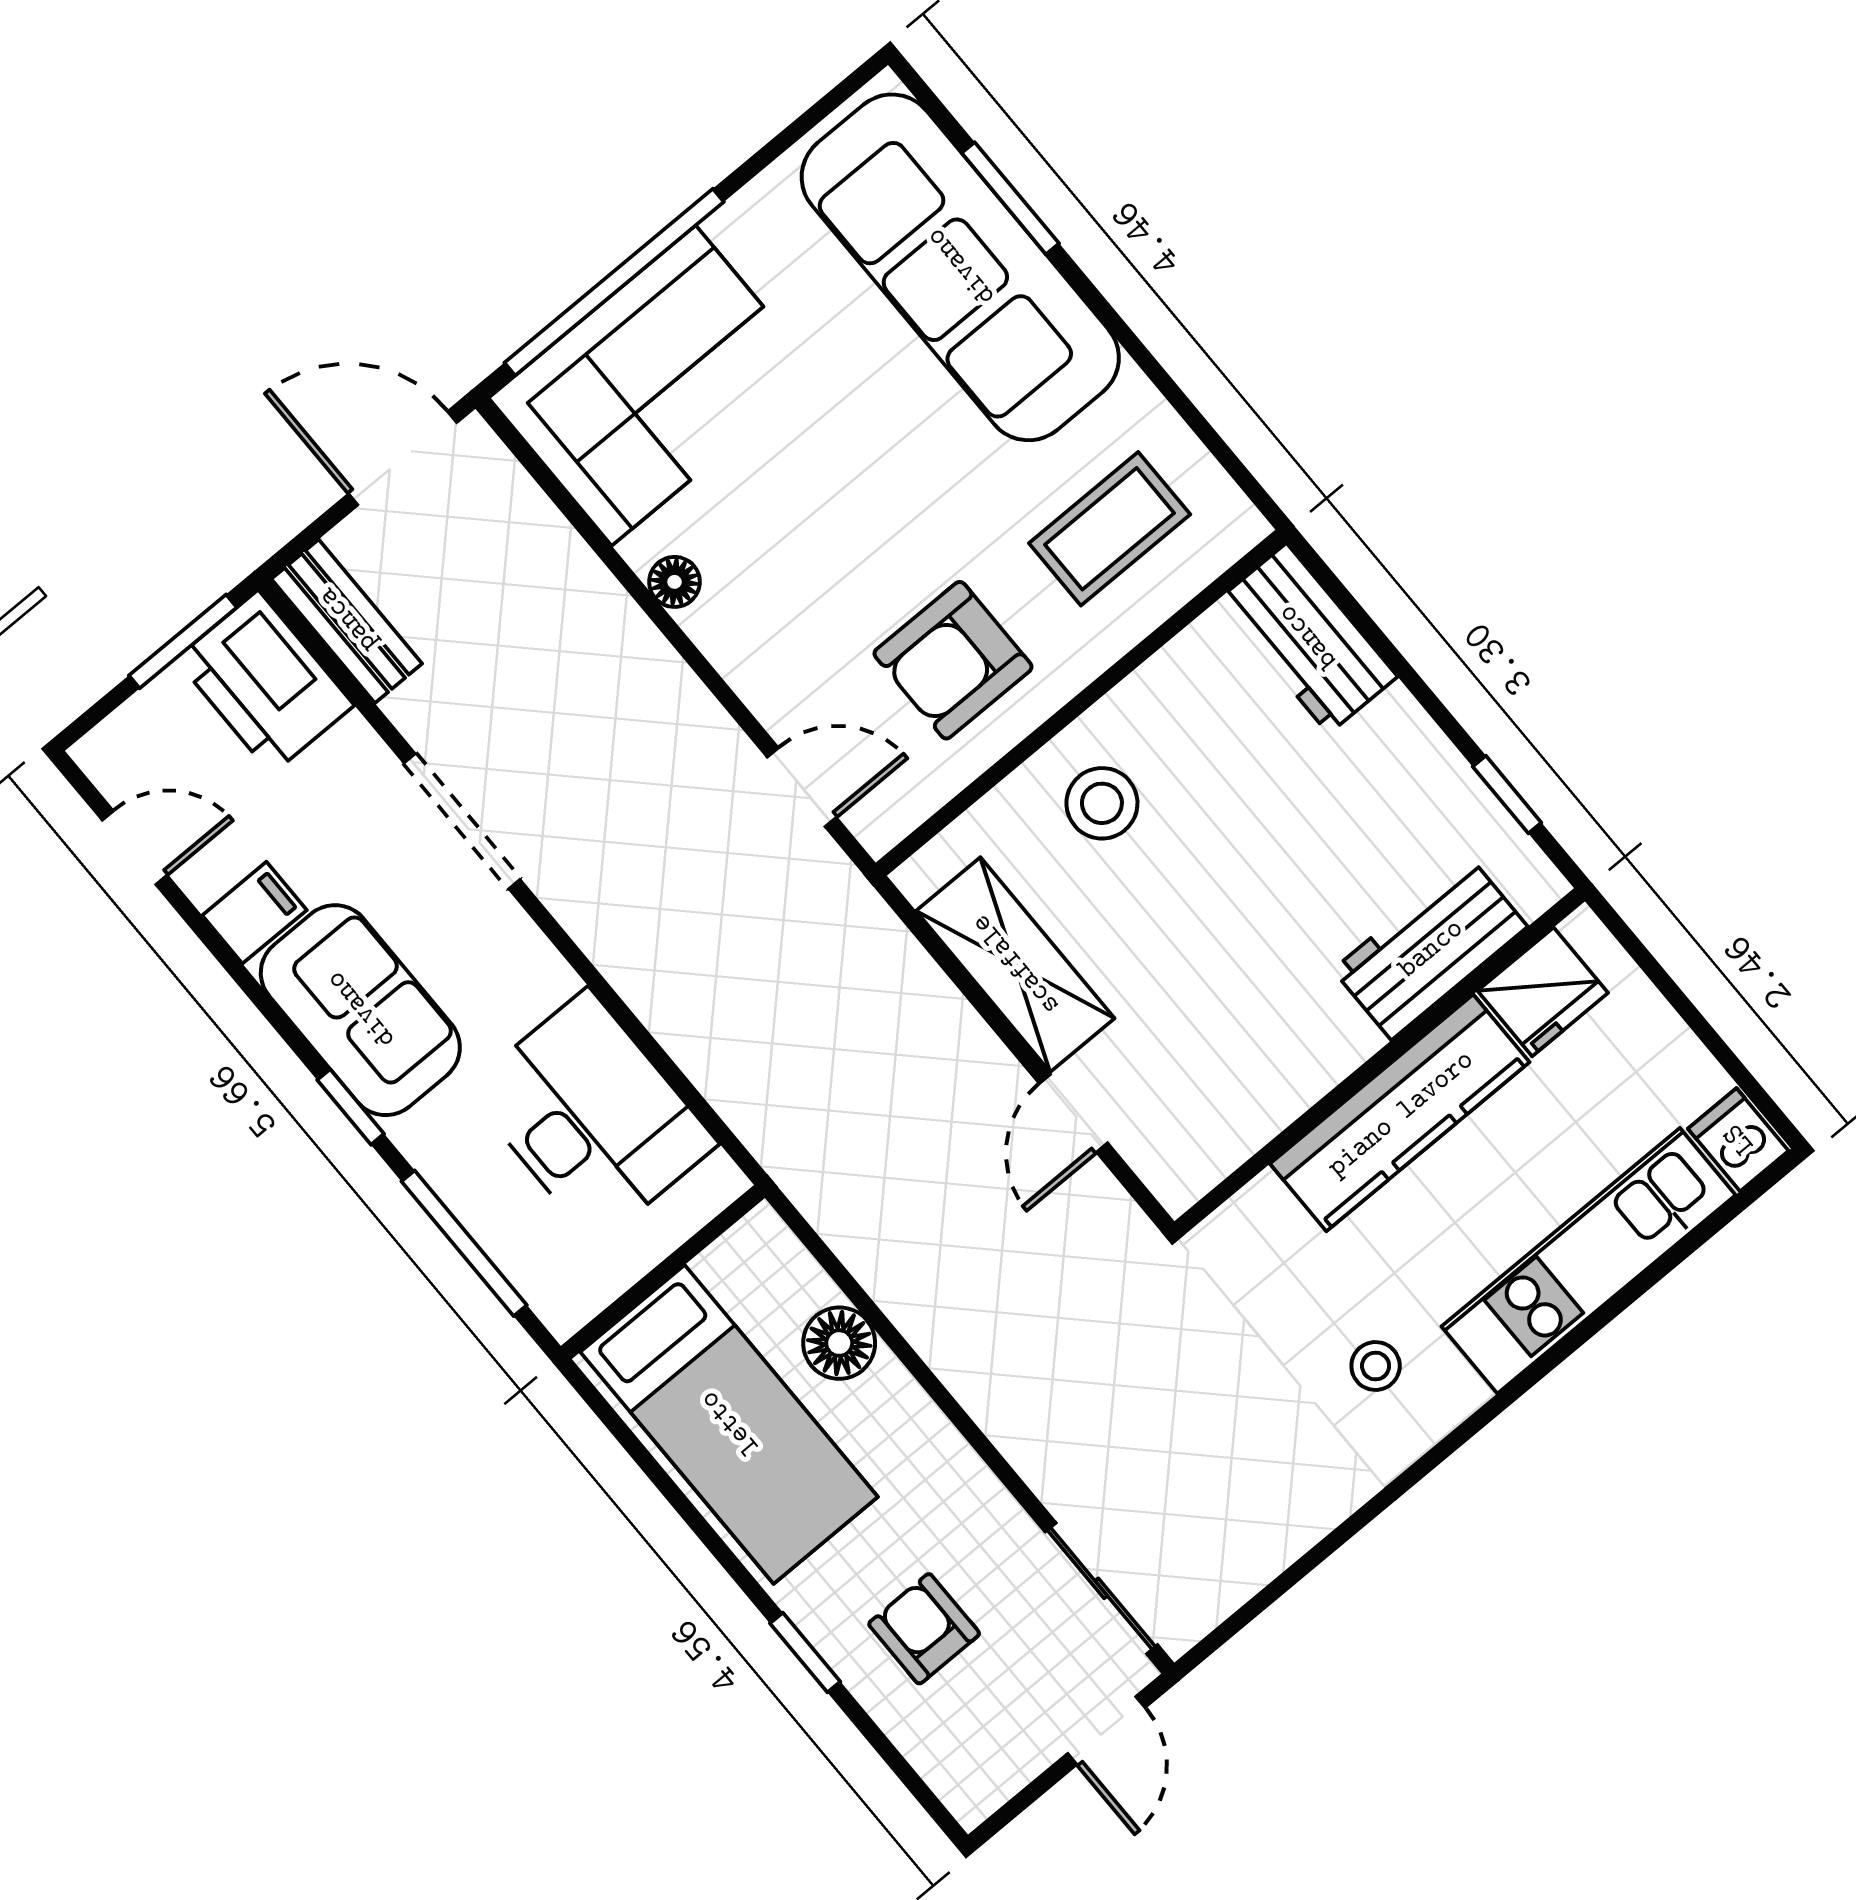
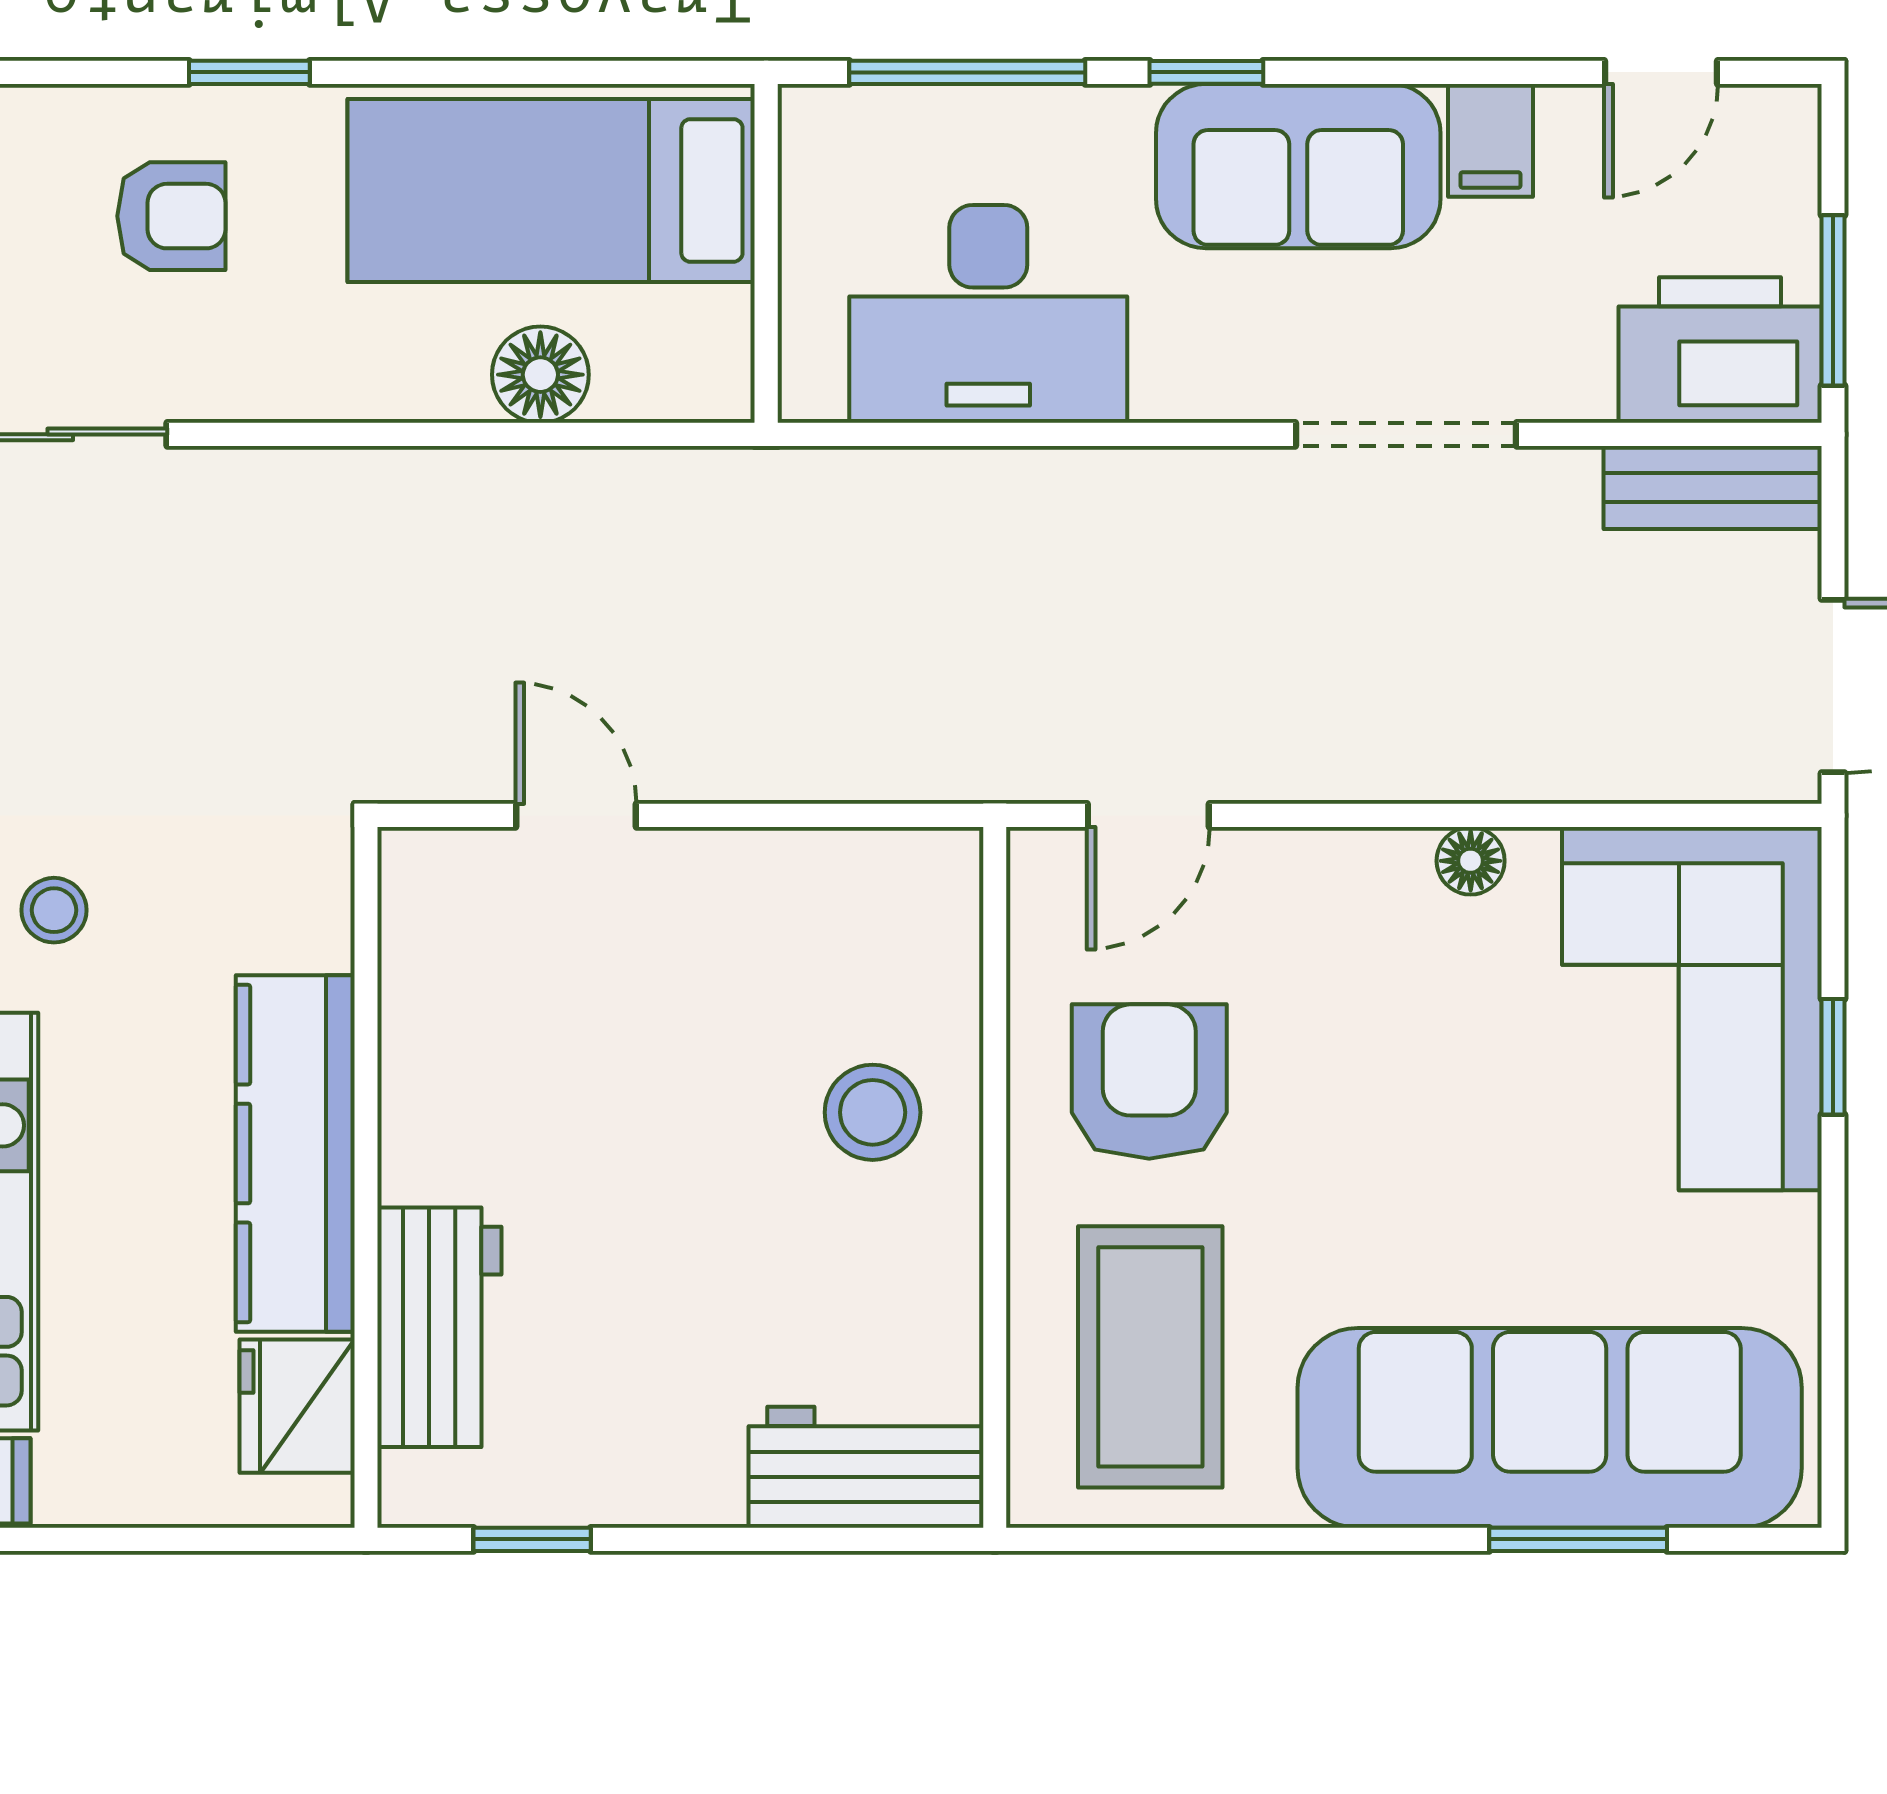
window: (614, 282) -> (1833, 1057), width x0.32
coffee table: (1110, 529) -> (1150, 1357), width x1.36, depth x1.32
shelving: (1015, 965) -> (780, 883), removed

